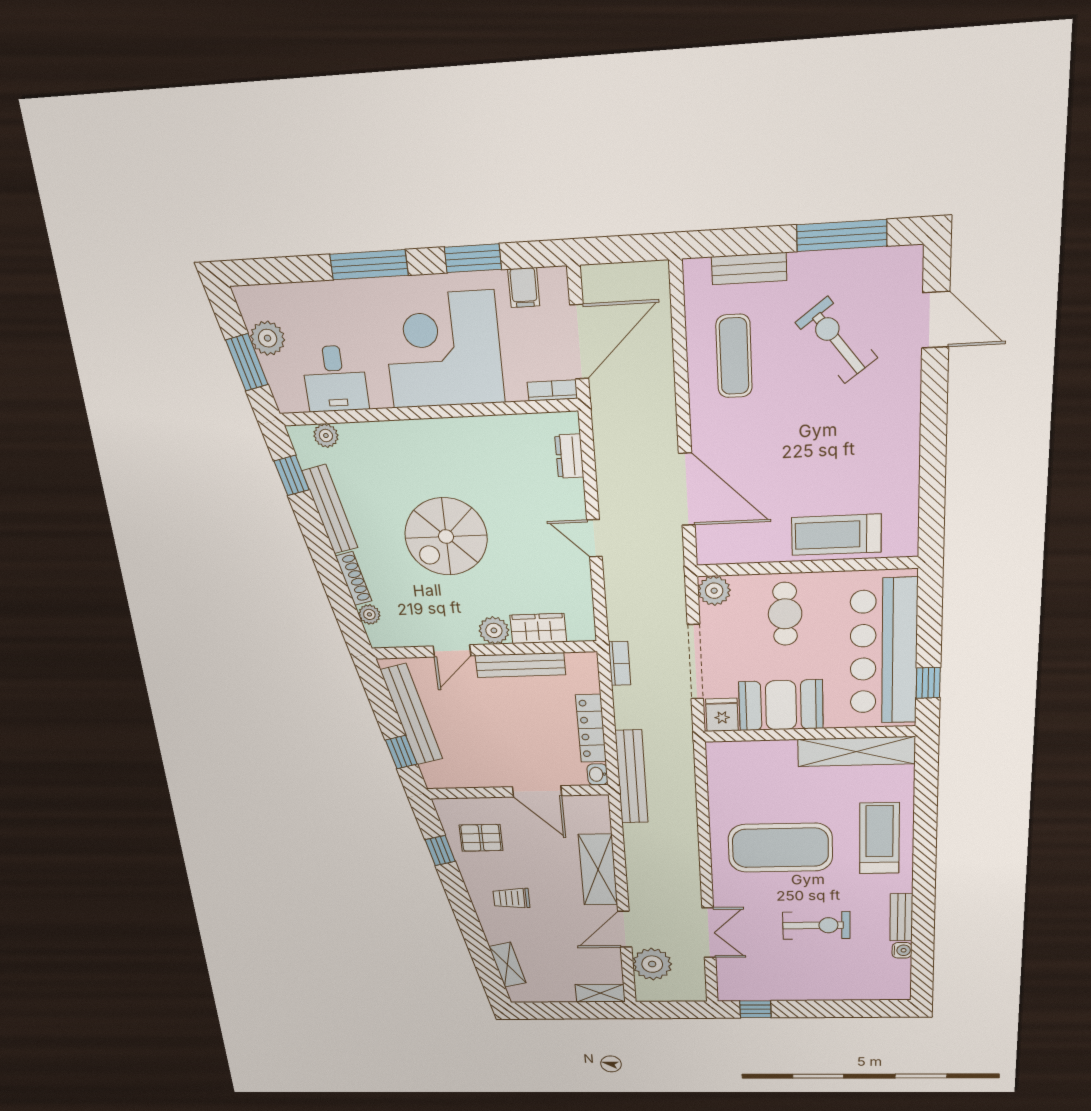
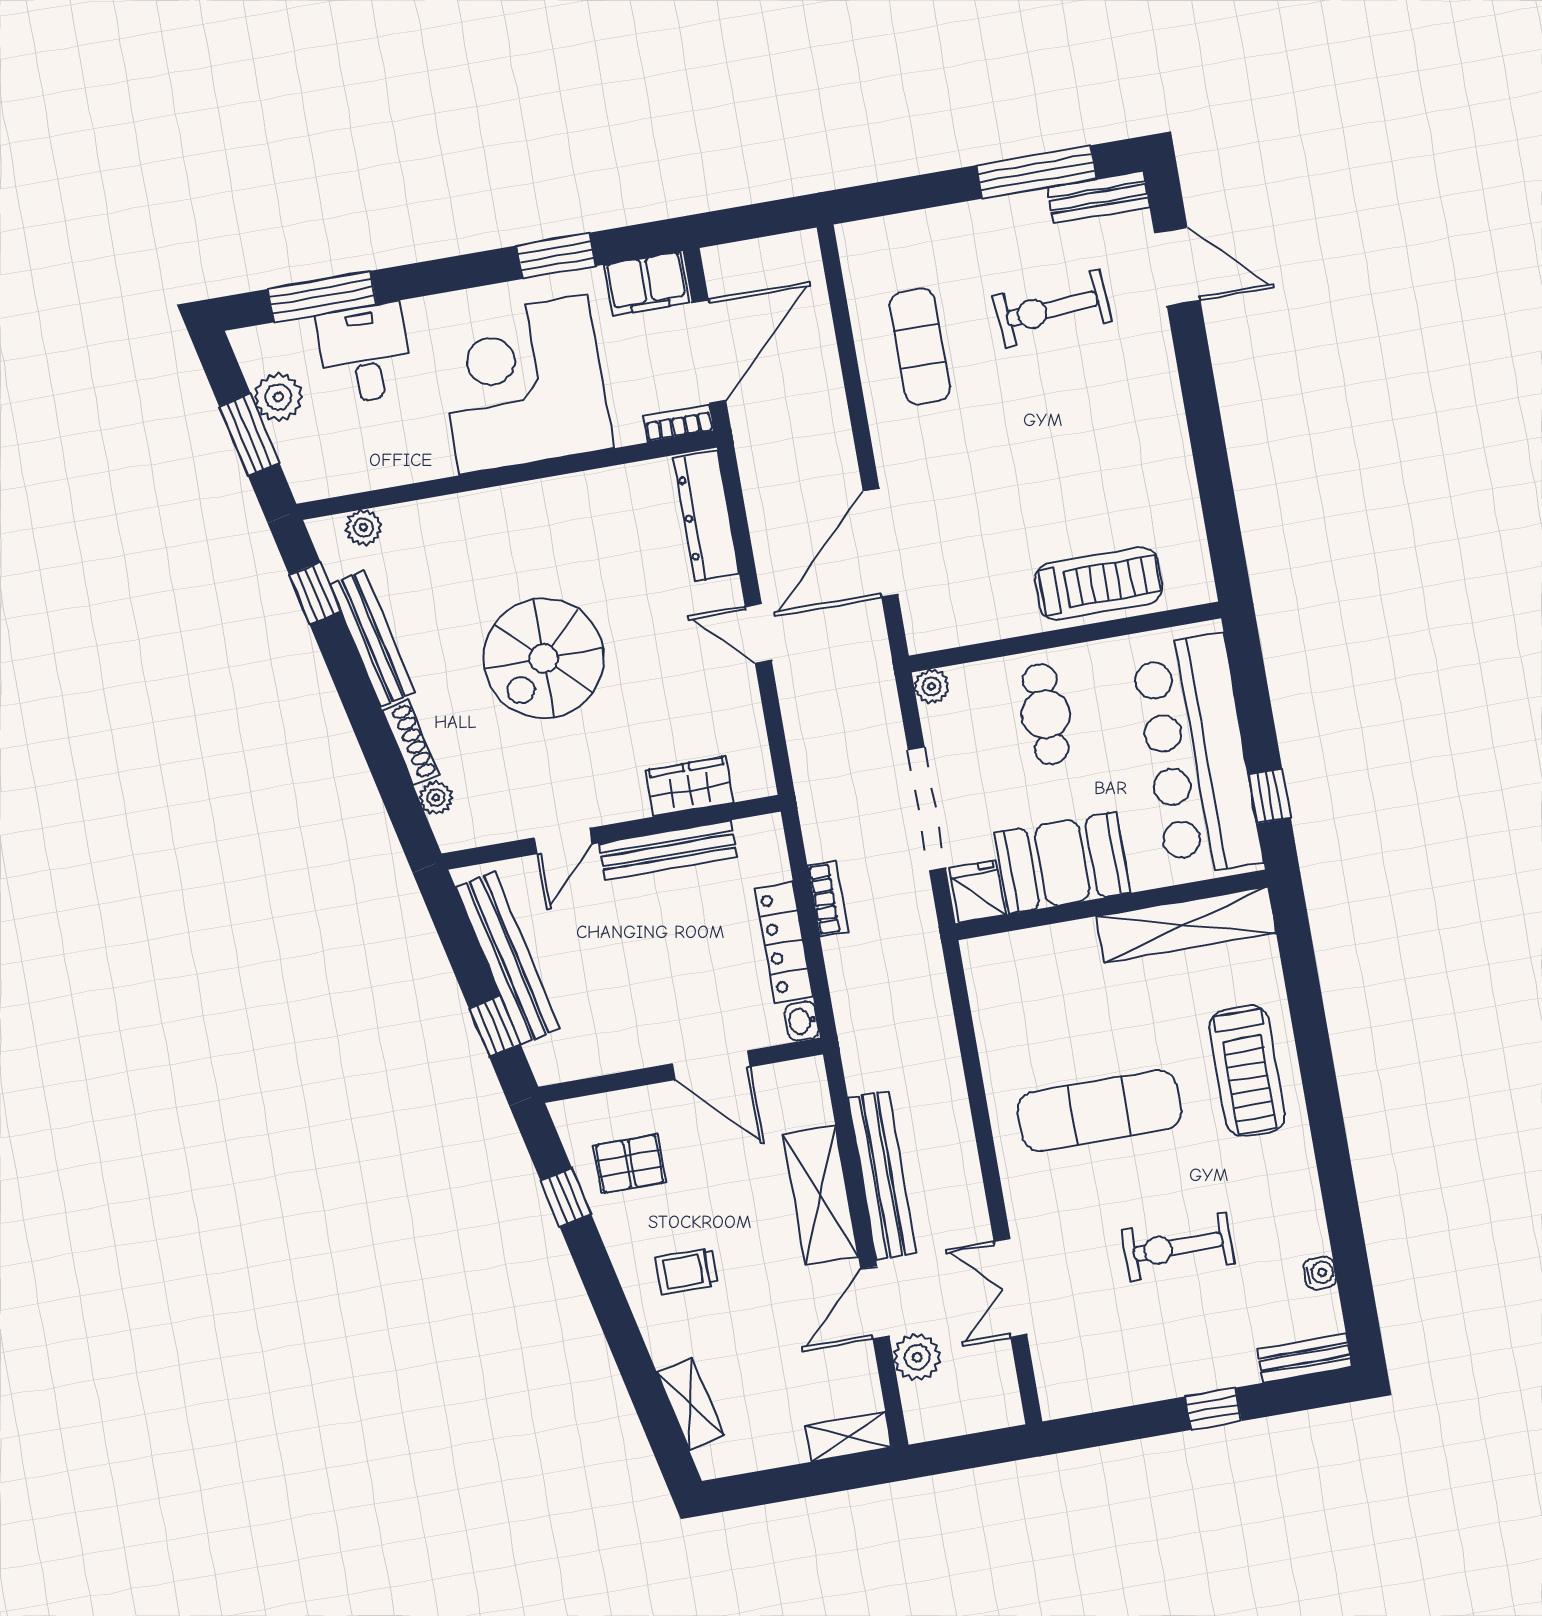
window: (369, 265) -> (322, 297), moved
bench: (749, 269) -> (1098, 197), moved
filing cabinet: (524, 288) -> (647, 284), width x2.00
exercise bike: (836, 340) -> (1052, 309), turned -57
desk: (335, 379) -> (365, 353), moved, turned 180
dresser: (569, 456) -> (706, 516), width x1.96, depth x1.24
door: (687, 489) -> (880, 543), swing flipped
treadmill: (836, 535) -> (1099, 584), turned 180
plant: (714, 591) -> (932, 686), width x0.73, depth x0.73
plant: (494, 630) -> (624, 799), removed
bookcase: (619, 663) -> (828, 899), moved
bench: (632, 777) -> (882, 1175), moved
treadmill: (879, 838) -> (1247, 1071), turned 180
exercise mat: (780, 848) -> (1099, 1111), width x0.68
bench: (901, 917) -> (1305, 1358), moved, turned 90
exercise bike: (816, 925) -> (1178, 1247), turned 180
double door: (709, 933) -> (1010, 1288), swing flipped
plant: (652, 964) -> (917, 1357), width x0.73, depth x0.73
window: (755, 1009) -> (1213, 1409), moved

